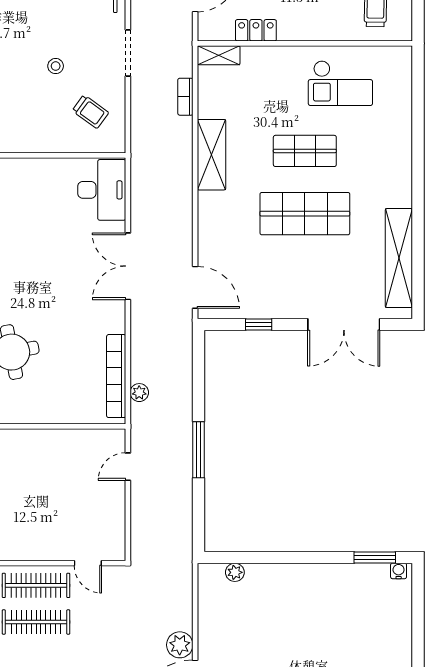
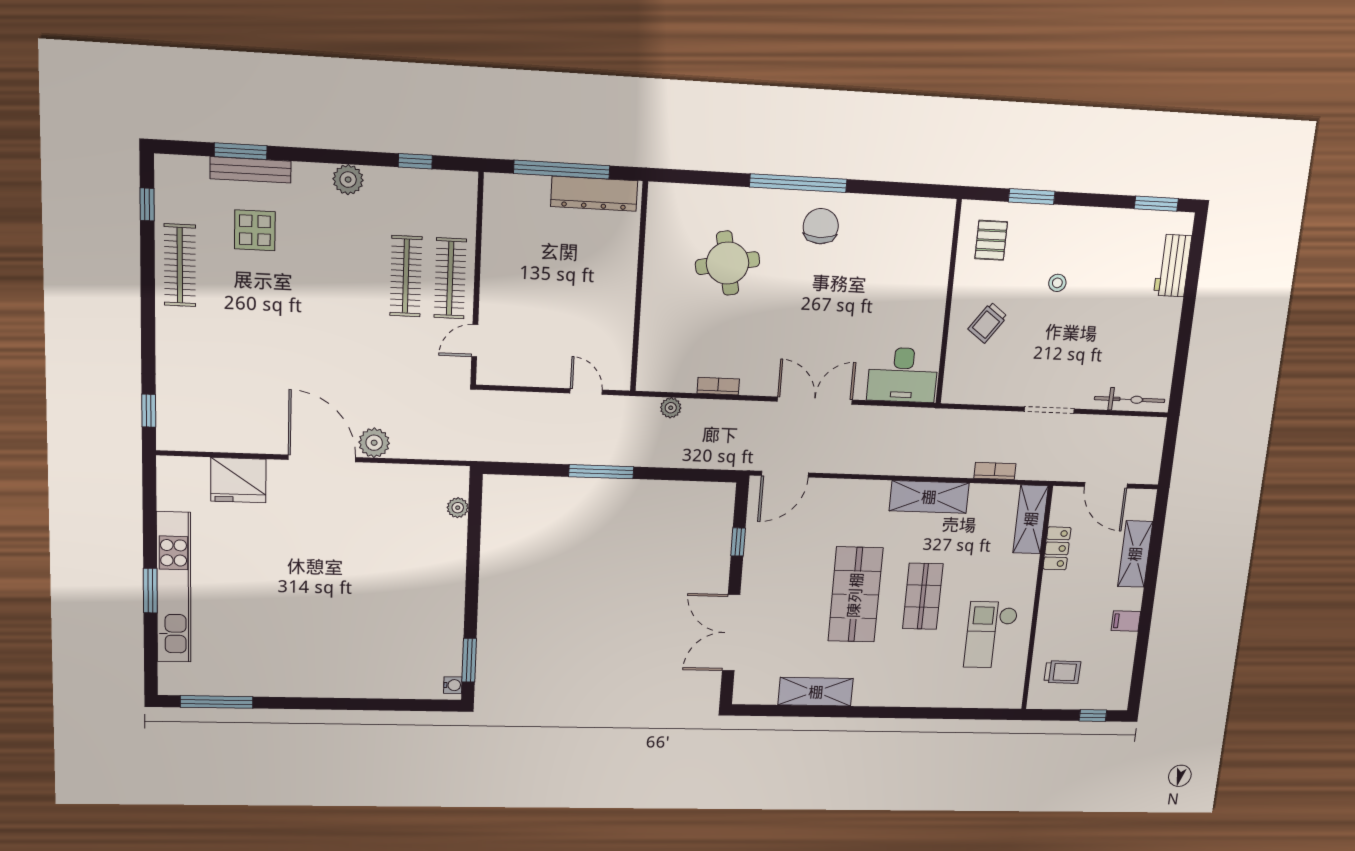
shelving: (219, 55) -> (1031, 519), width x1.50, depth x1.33
stool: (56, 66) -> (1057, 283), moved
trolley: (90, 112) -> (988, 323), moved
shelving: (399, 258) -> (816, 692), width x0.68
bookcase: (116, 376) -> (718, 386), width x0.43, depth x0.76

